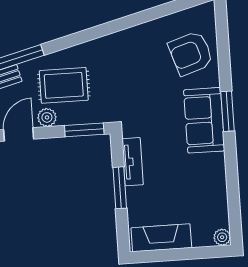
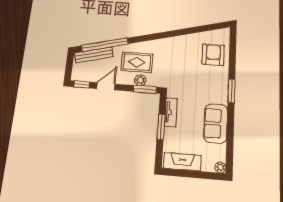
armchair: (191, 53) -> (213, 55), turned 108
plant: (47, 117) -> (140, 80), moved
sofa: (204, 120) -> (216, 124), moved

